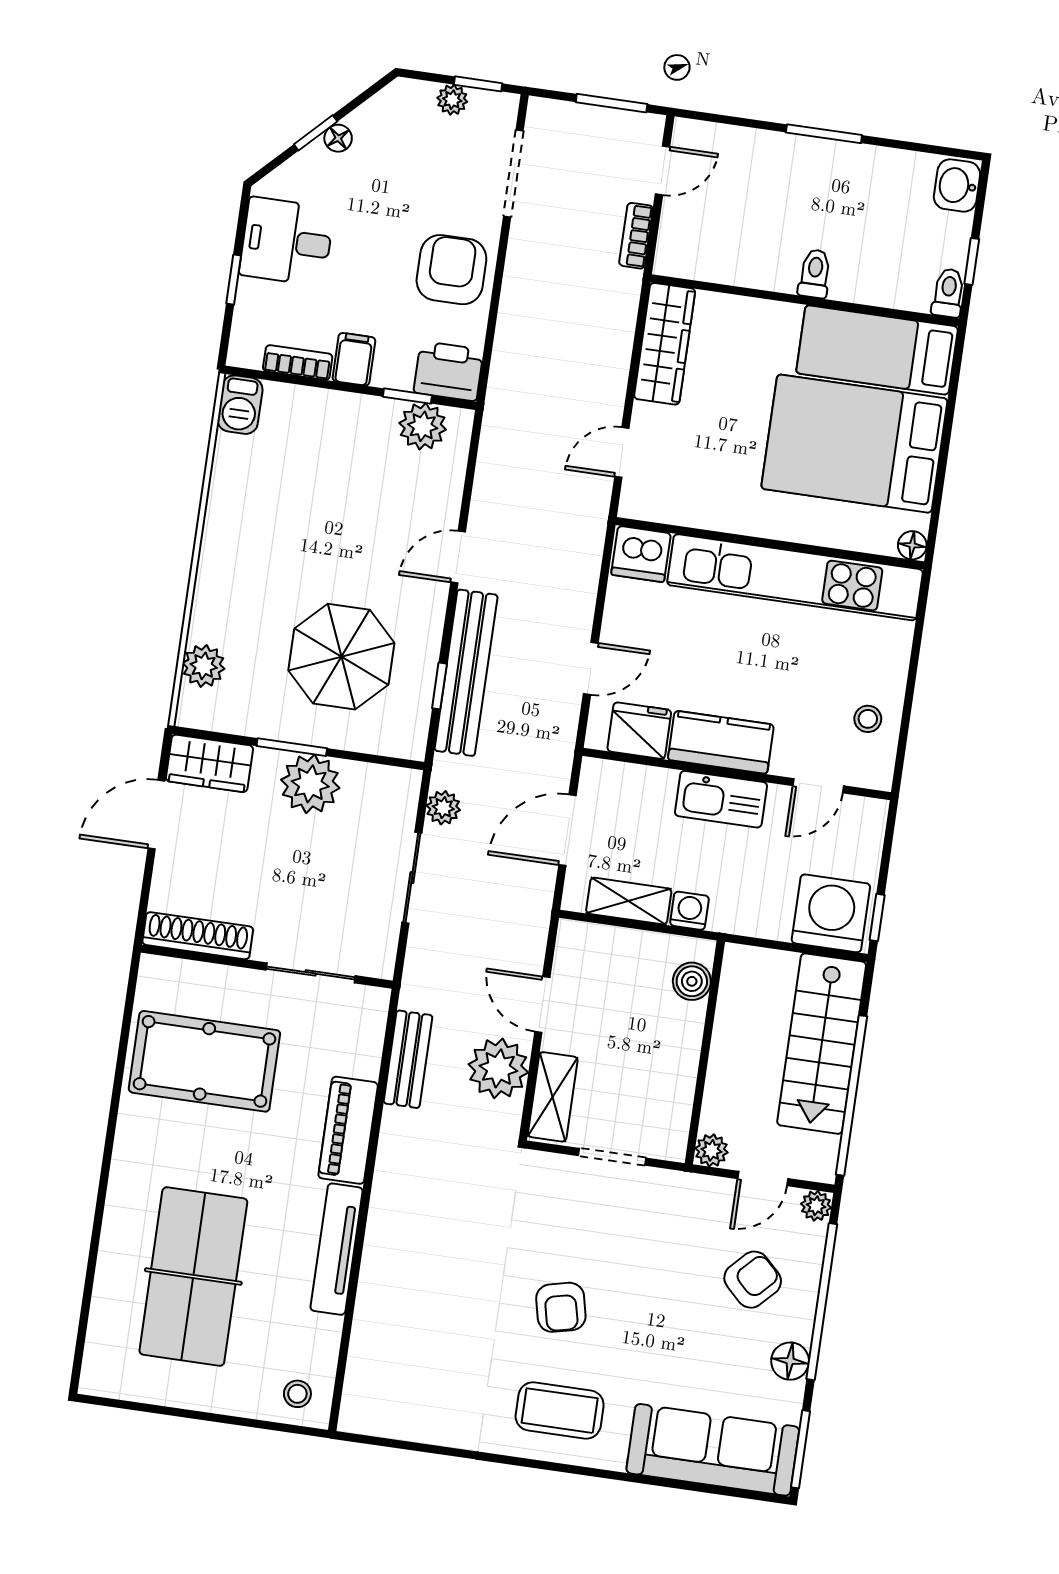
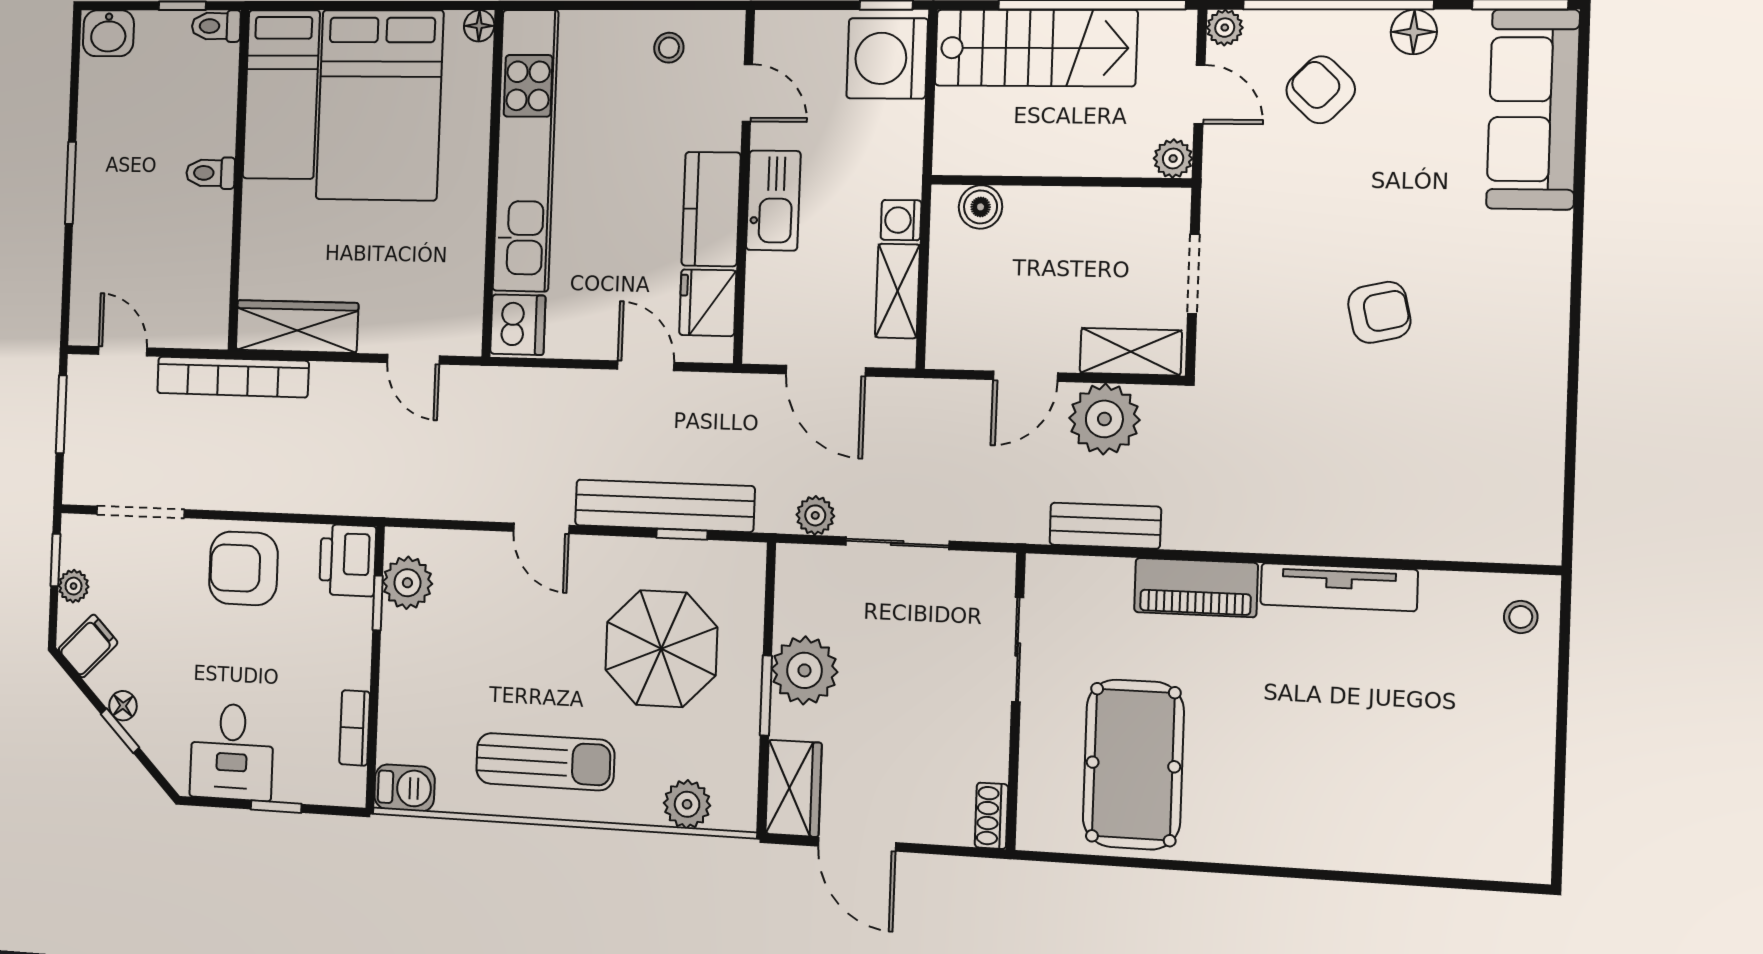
bookcase: (636, 236) -> (233, 377), width x2.31, depth x1.31
filing cabinet: (354, 359) -> (88, 646), moved, turned 135
sun lounger: (252, 539) -> (545, 762), added
shoe rack: (198, 936) -> (991, 816), width x0.51, depth x0.81
table tennis table: (193, 1277) -> (1391, 756), removed
coffee table: (560, 1411) -> (1505, 299), removed

